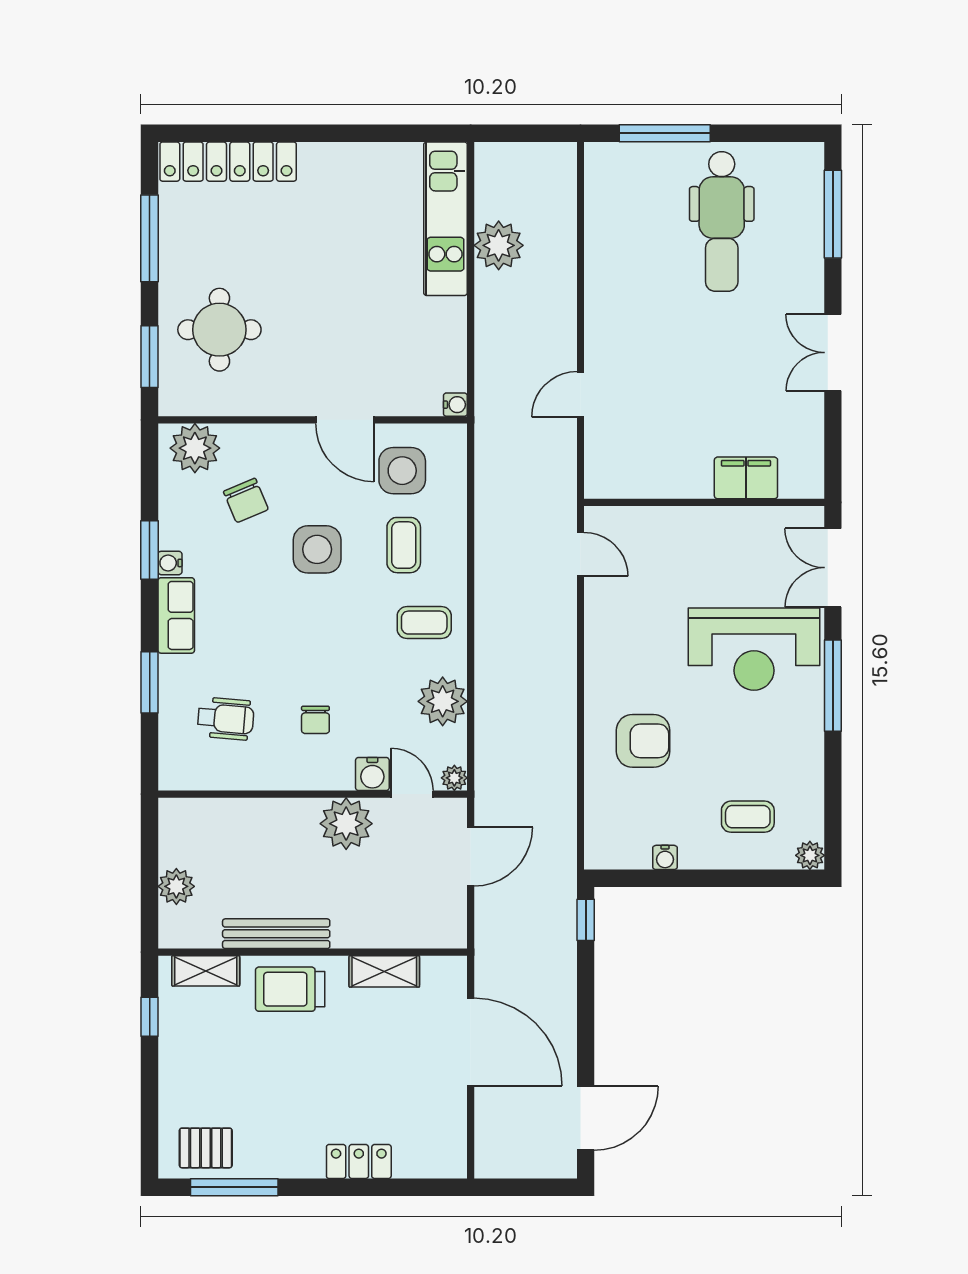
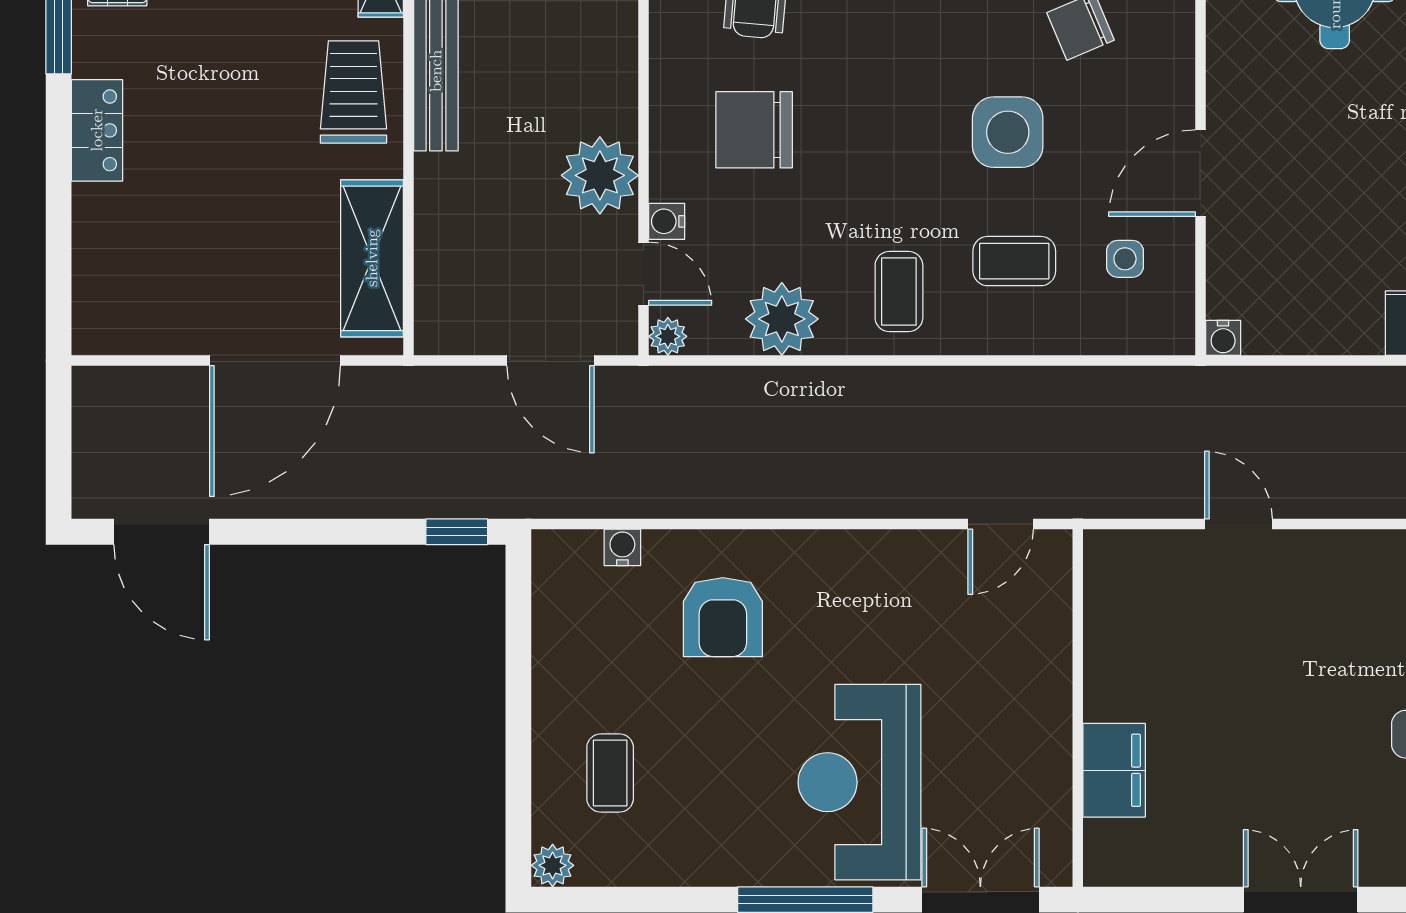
side table: (402, 471) -> (1125, 259), width x0.54, depth x0.54
chair: (315, 720) -> (754, 130), width x1.87, depth x1.87
water cooler: (372, 774) -> (667, 221), width x0.72, depth x0.72
door: (412, 794) -> (644, 274), hinge flipped
water cooler: (665, 857) -> (622, 547), moved, turned 90
shelving: (384, 971) -> (372, 258), width x1.50, depth x1.33
locker: (359, 1162) -> (97, 130), moved

